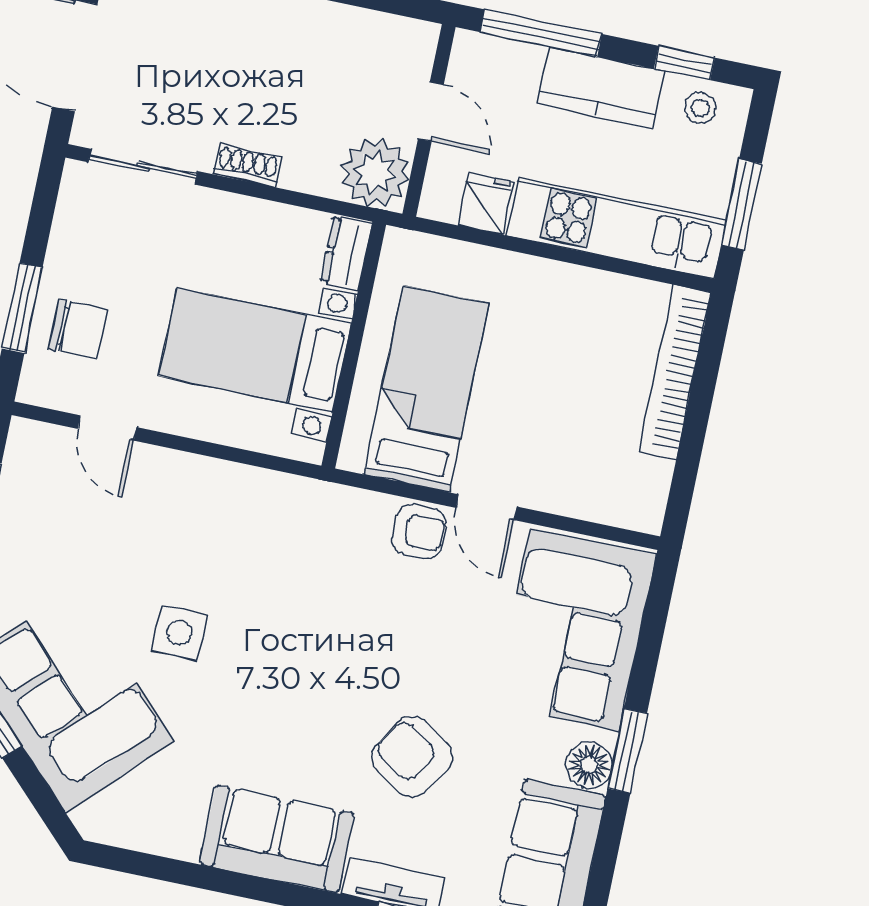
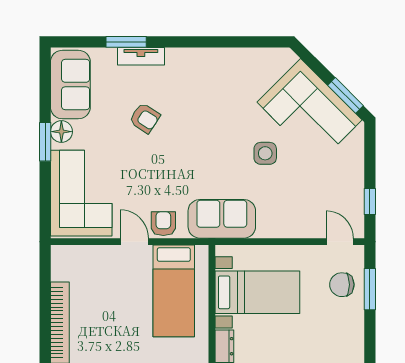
door: (107, 428) -> (340, 242), moved
armchair: (419, 532) -> (163, 224), turned 90
armchair: (412, 757) -> (145, 118), width x0.72, depth x0.72
sofa: (277, 839) -> (222, 219), moved, turned 180

